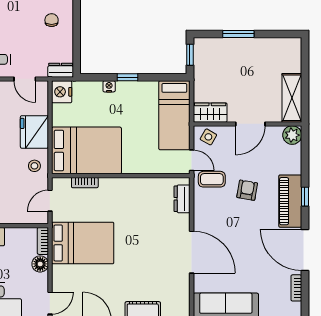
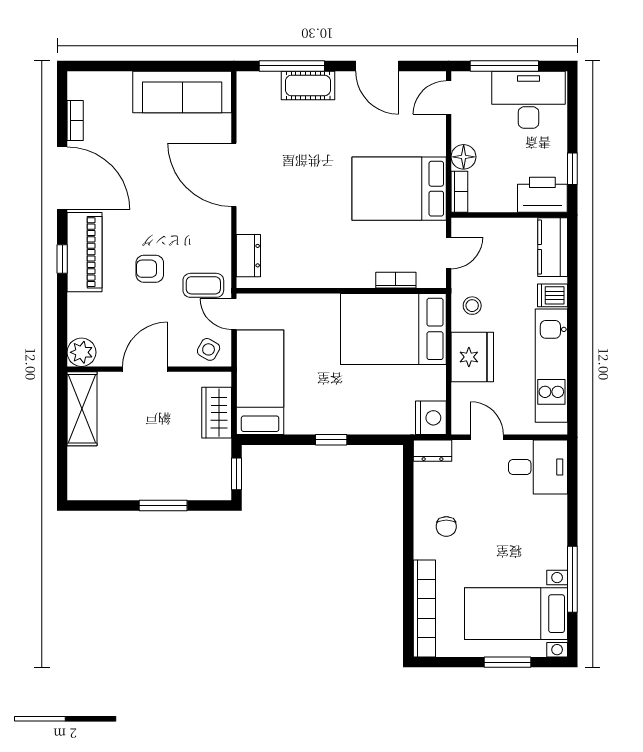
nightstand: (109, 86) -> (359, 426), removed
wardrobe: (210, 113) -> (217, 413), moved, turned 90
armchair: (247, 190) -> (150, 269), turned 80

